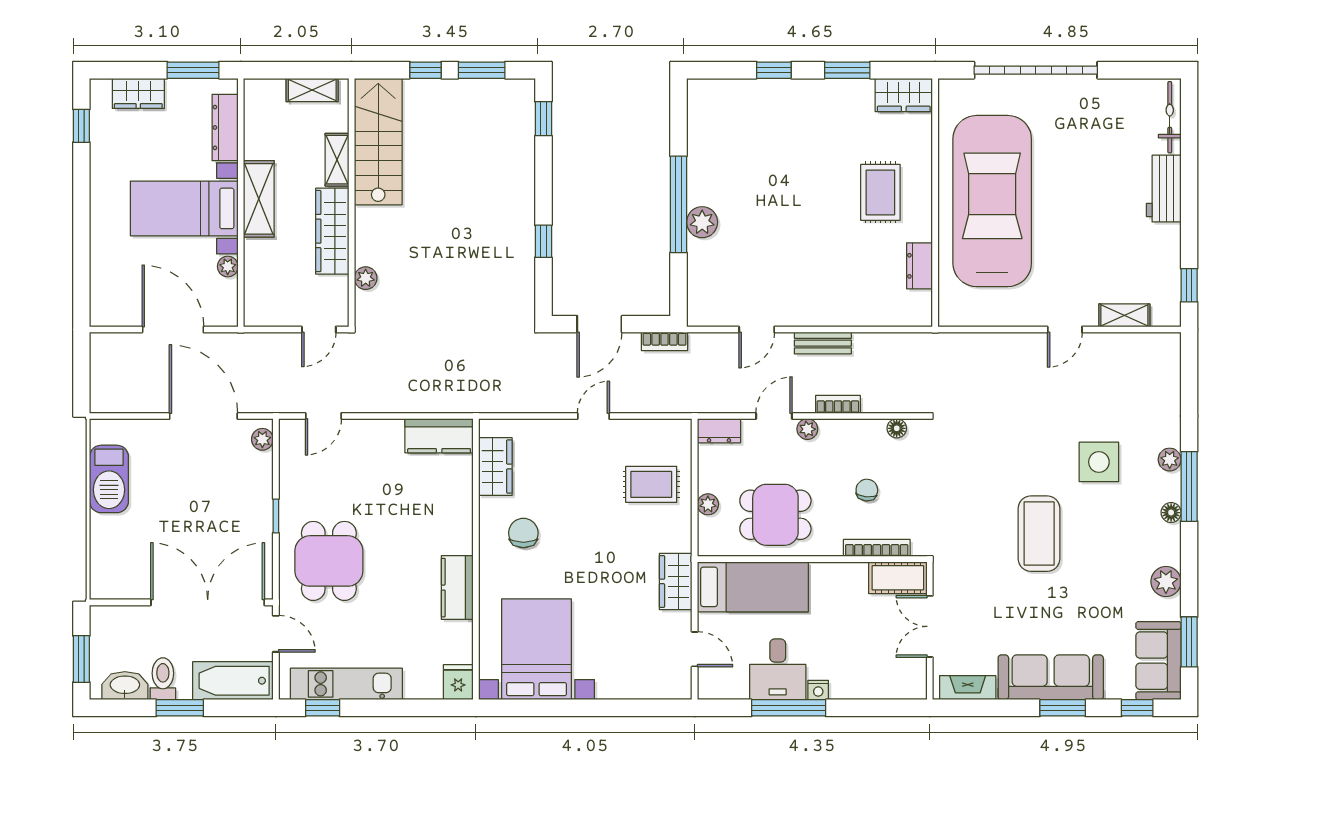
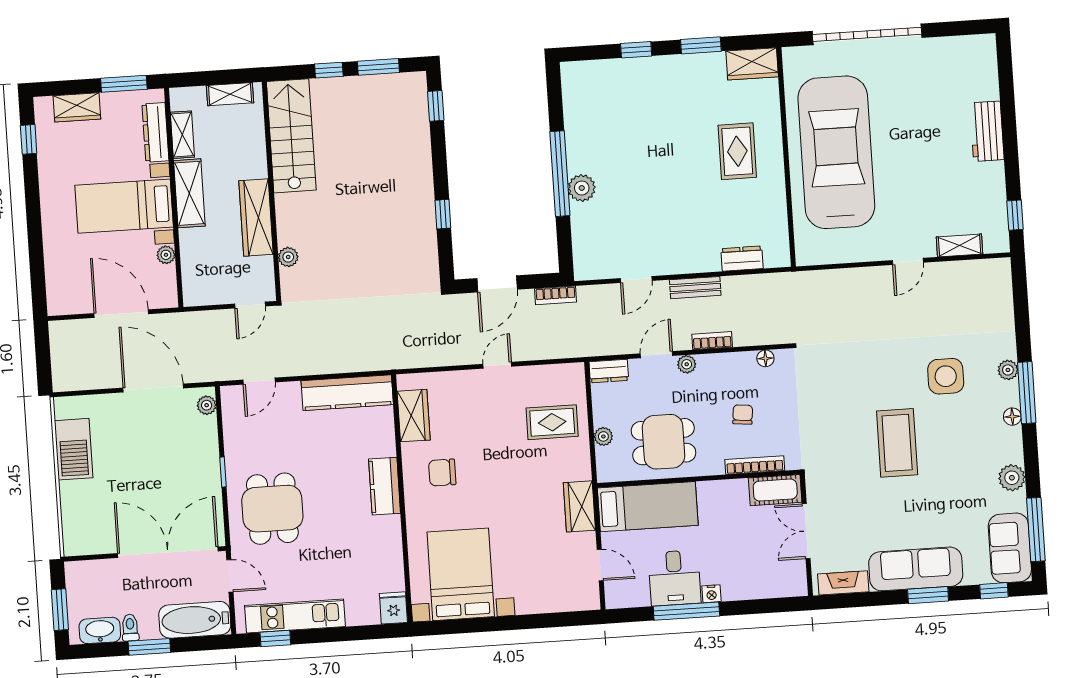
bicycle: (1170, 117) -> (988, 68), removed
shelving: (337, 160) -> (182, 135), moved
dresser: (920, 266) -> (742, 259), moved, turned 90
kitchen counter: (439, 436) -> (347, 393), width x1.50
chair: (523, 533) -> (442, 473), turned -90
kitchen counter: (457, 588) -> (385, 486), moved
window: (1189, 642) -> (1036, 530), width x1.44
toilet: (163, 679) -> (130, 628), width x0.73, depth x0.72

